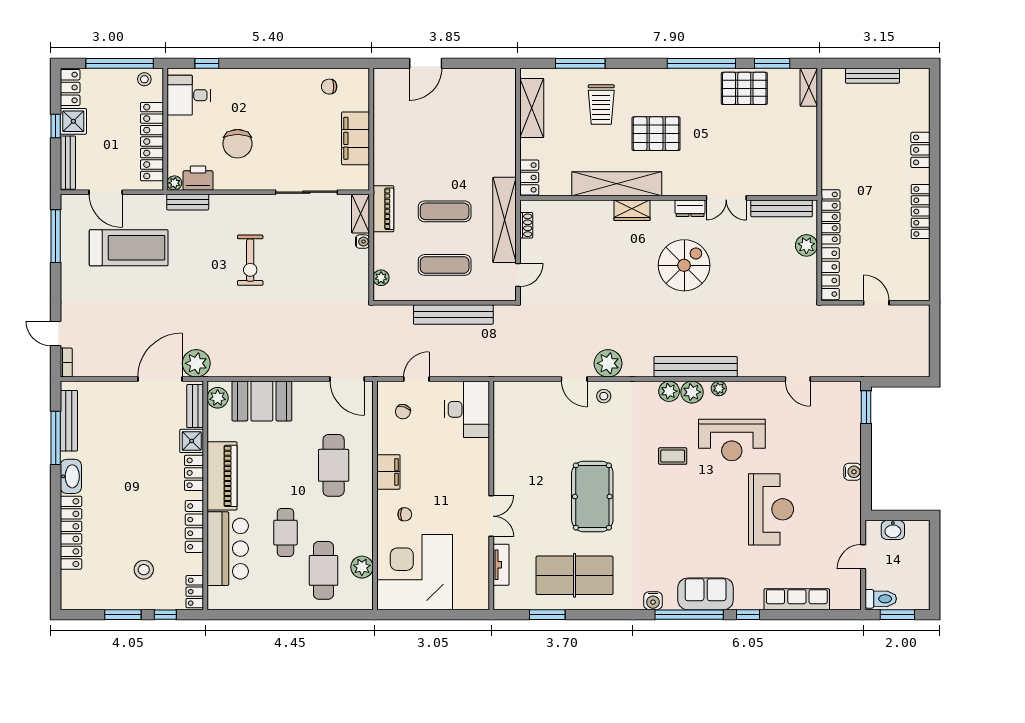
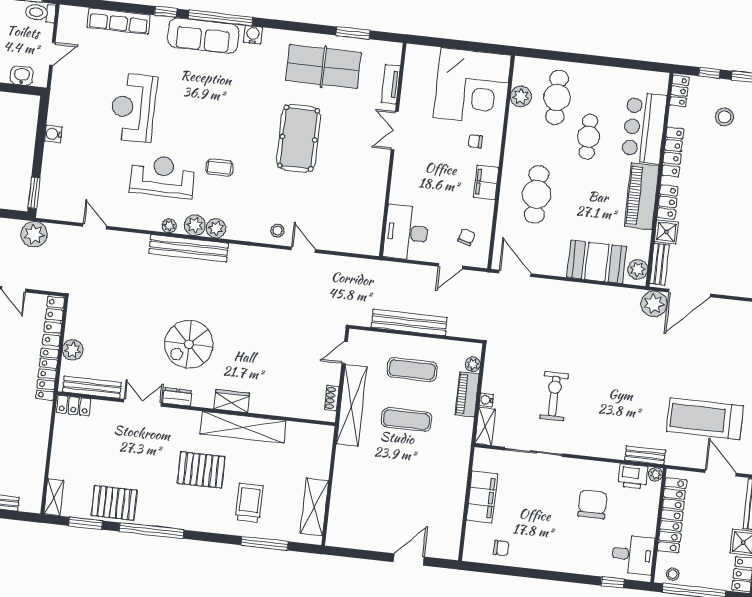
locker: (529, 177) -> (74, 406), moved, turned -90
piano: (383, 209) -> (467, 394), moved
exercise bike: (250, 260) -> (554, 396), moved
plant: (608, 363) -> (34, 234), moved
sofa: (706, 594) -> (203, 36), width x1.36

